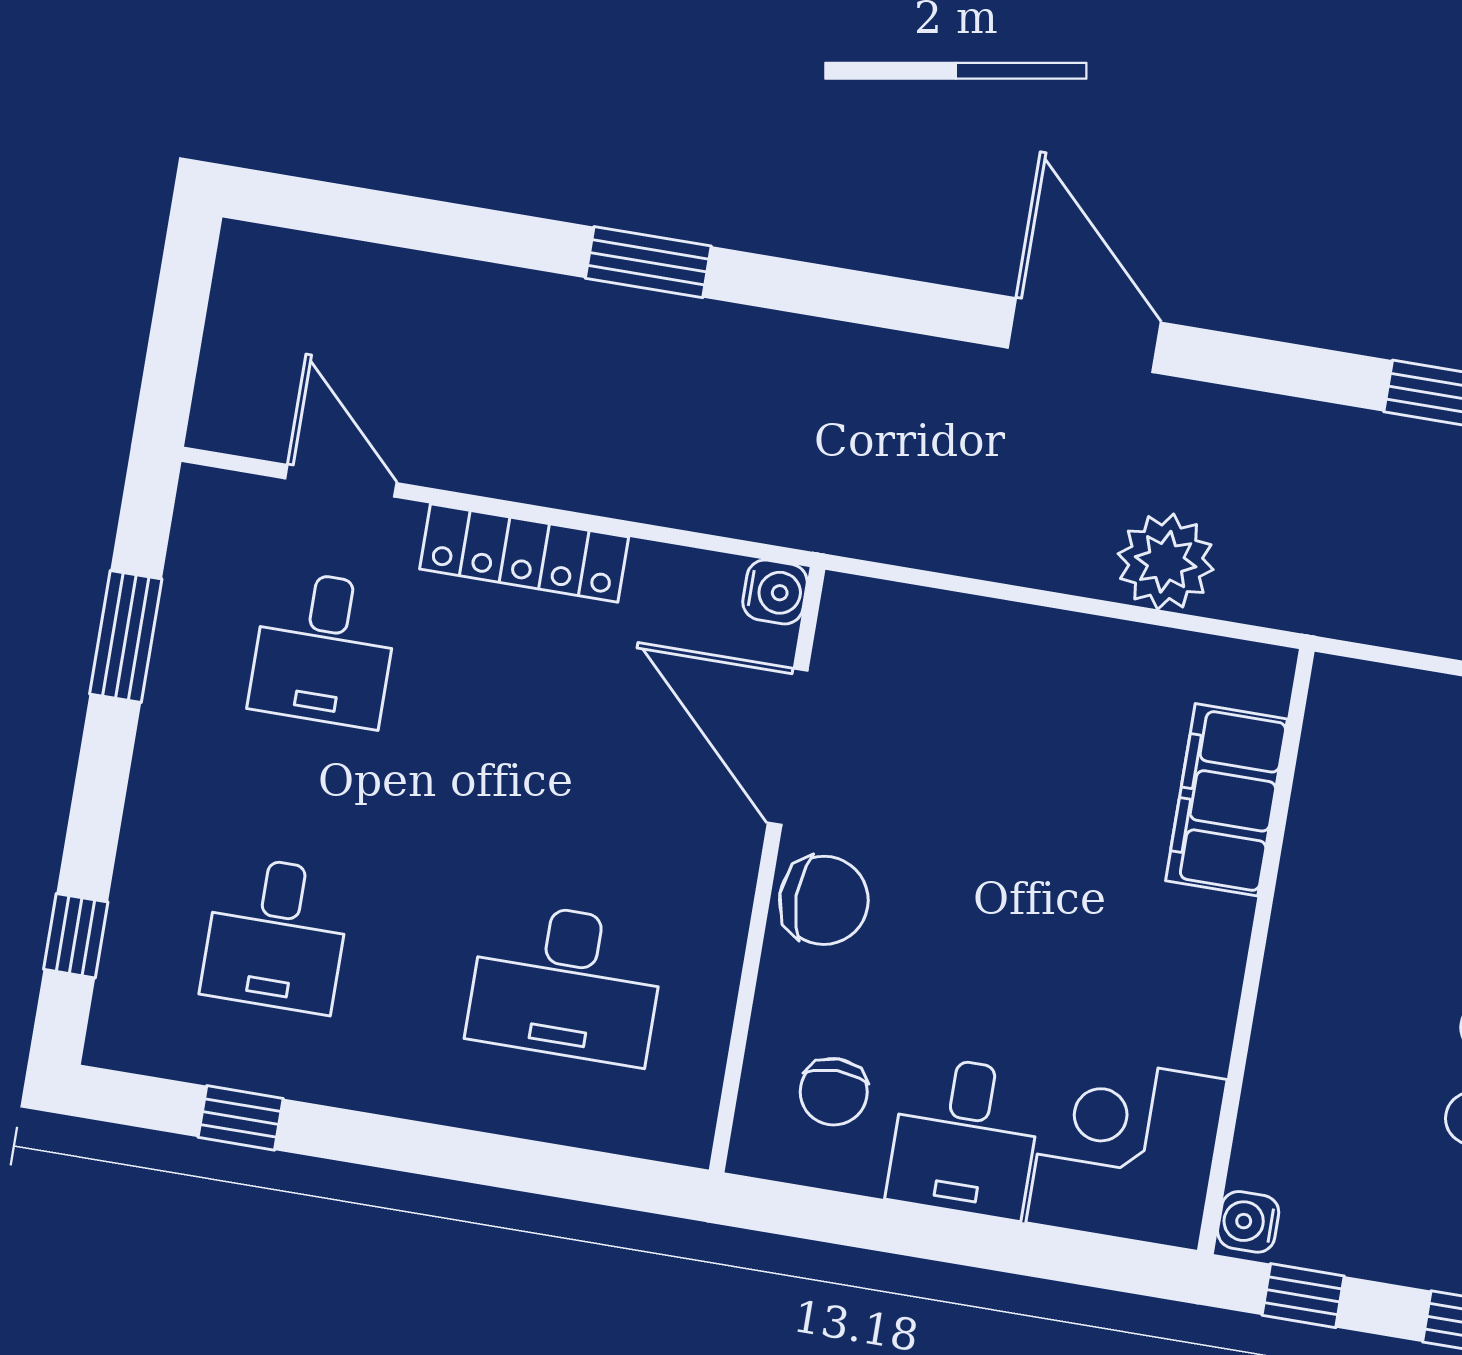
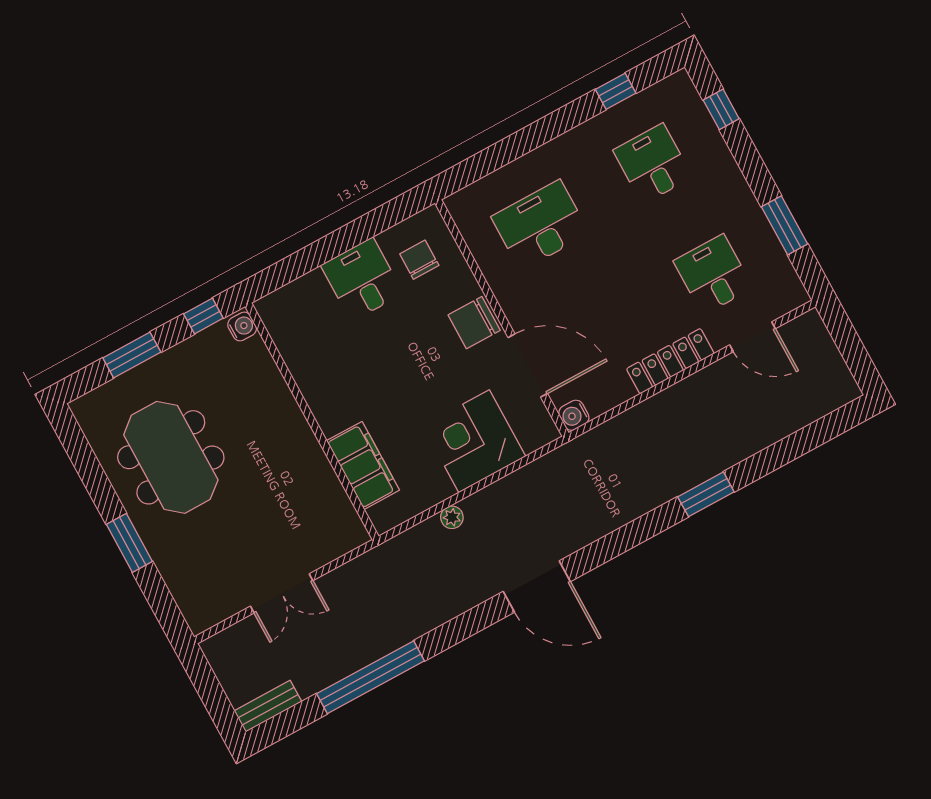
plant: (1166, 562) -> (452, 517), width x0.53, depth x0.53
corner desk: (1126, 1151) -> (474, 441), moved, turned 180

